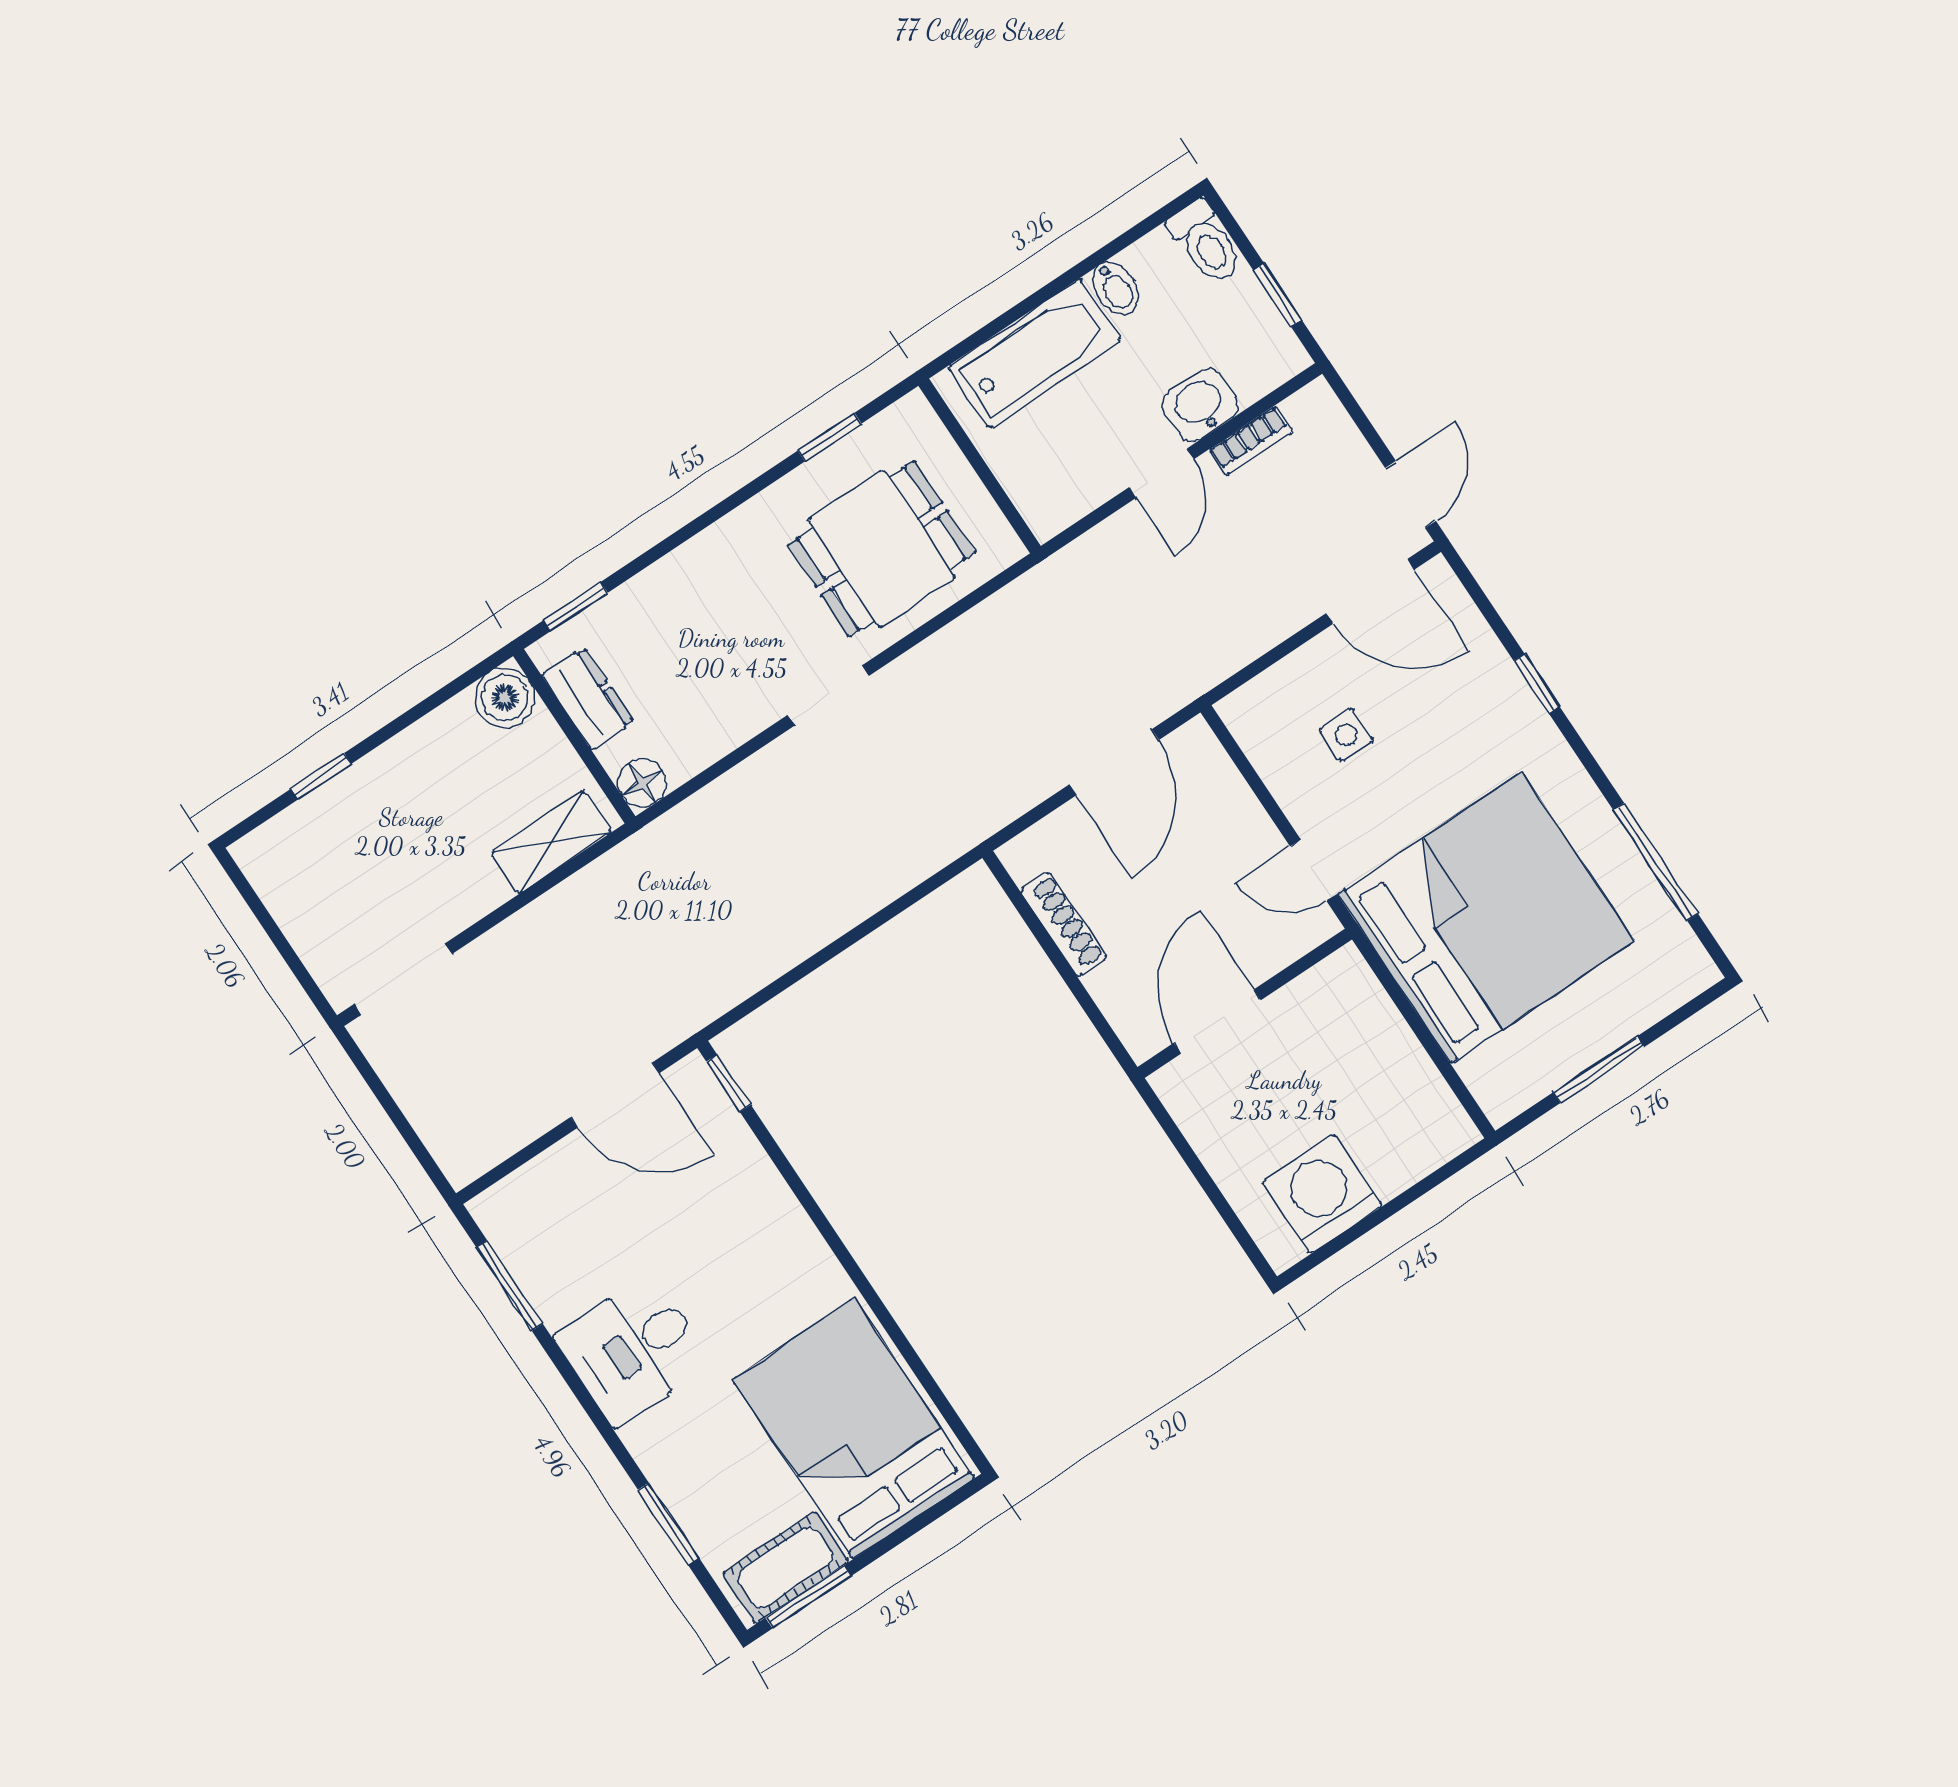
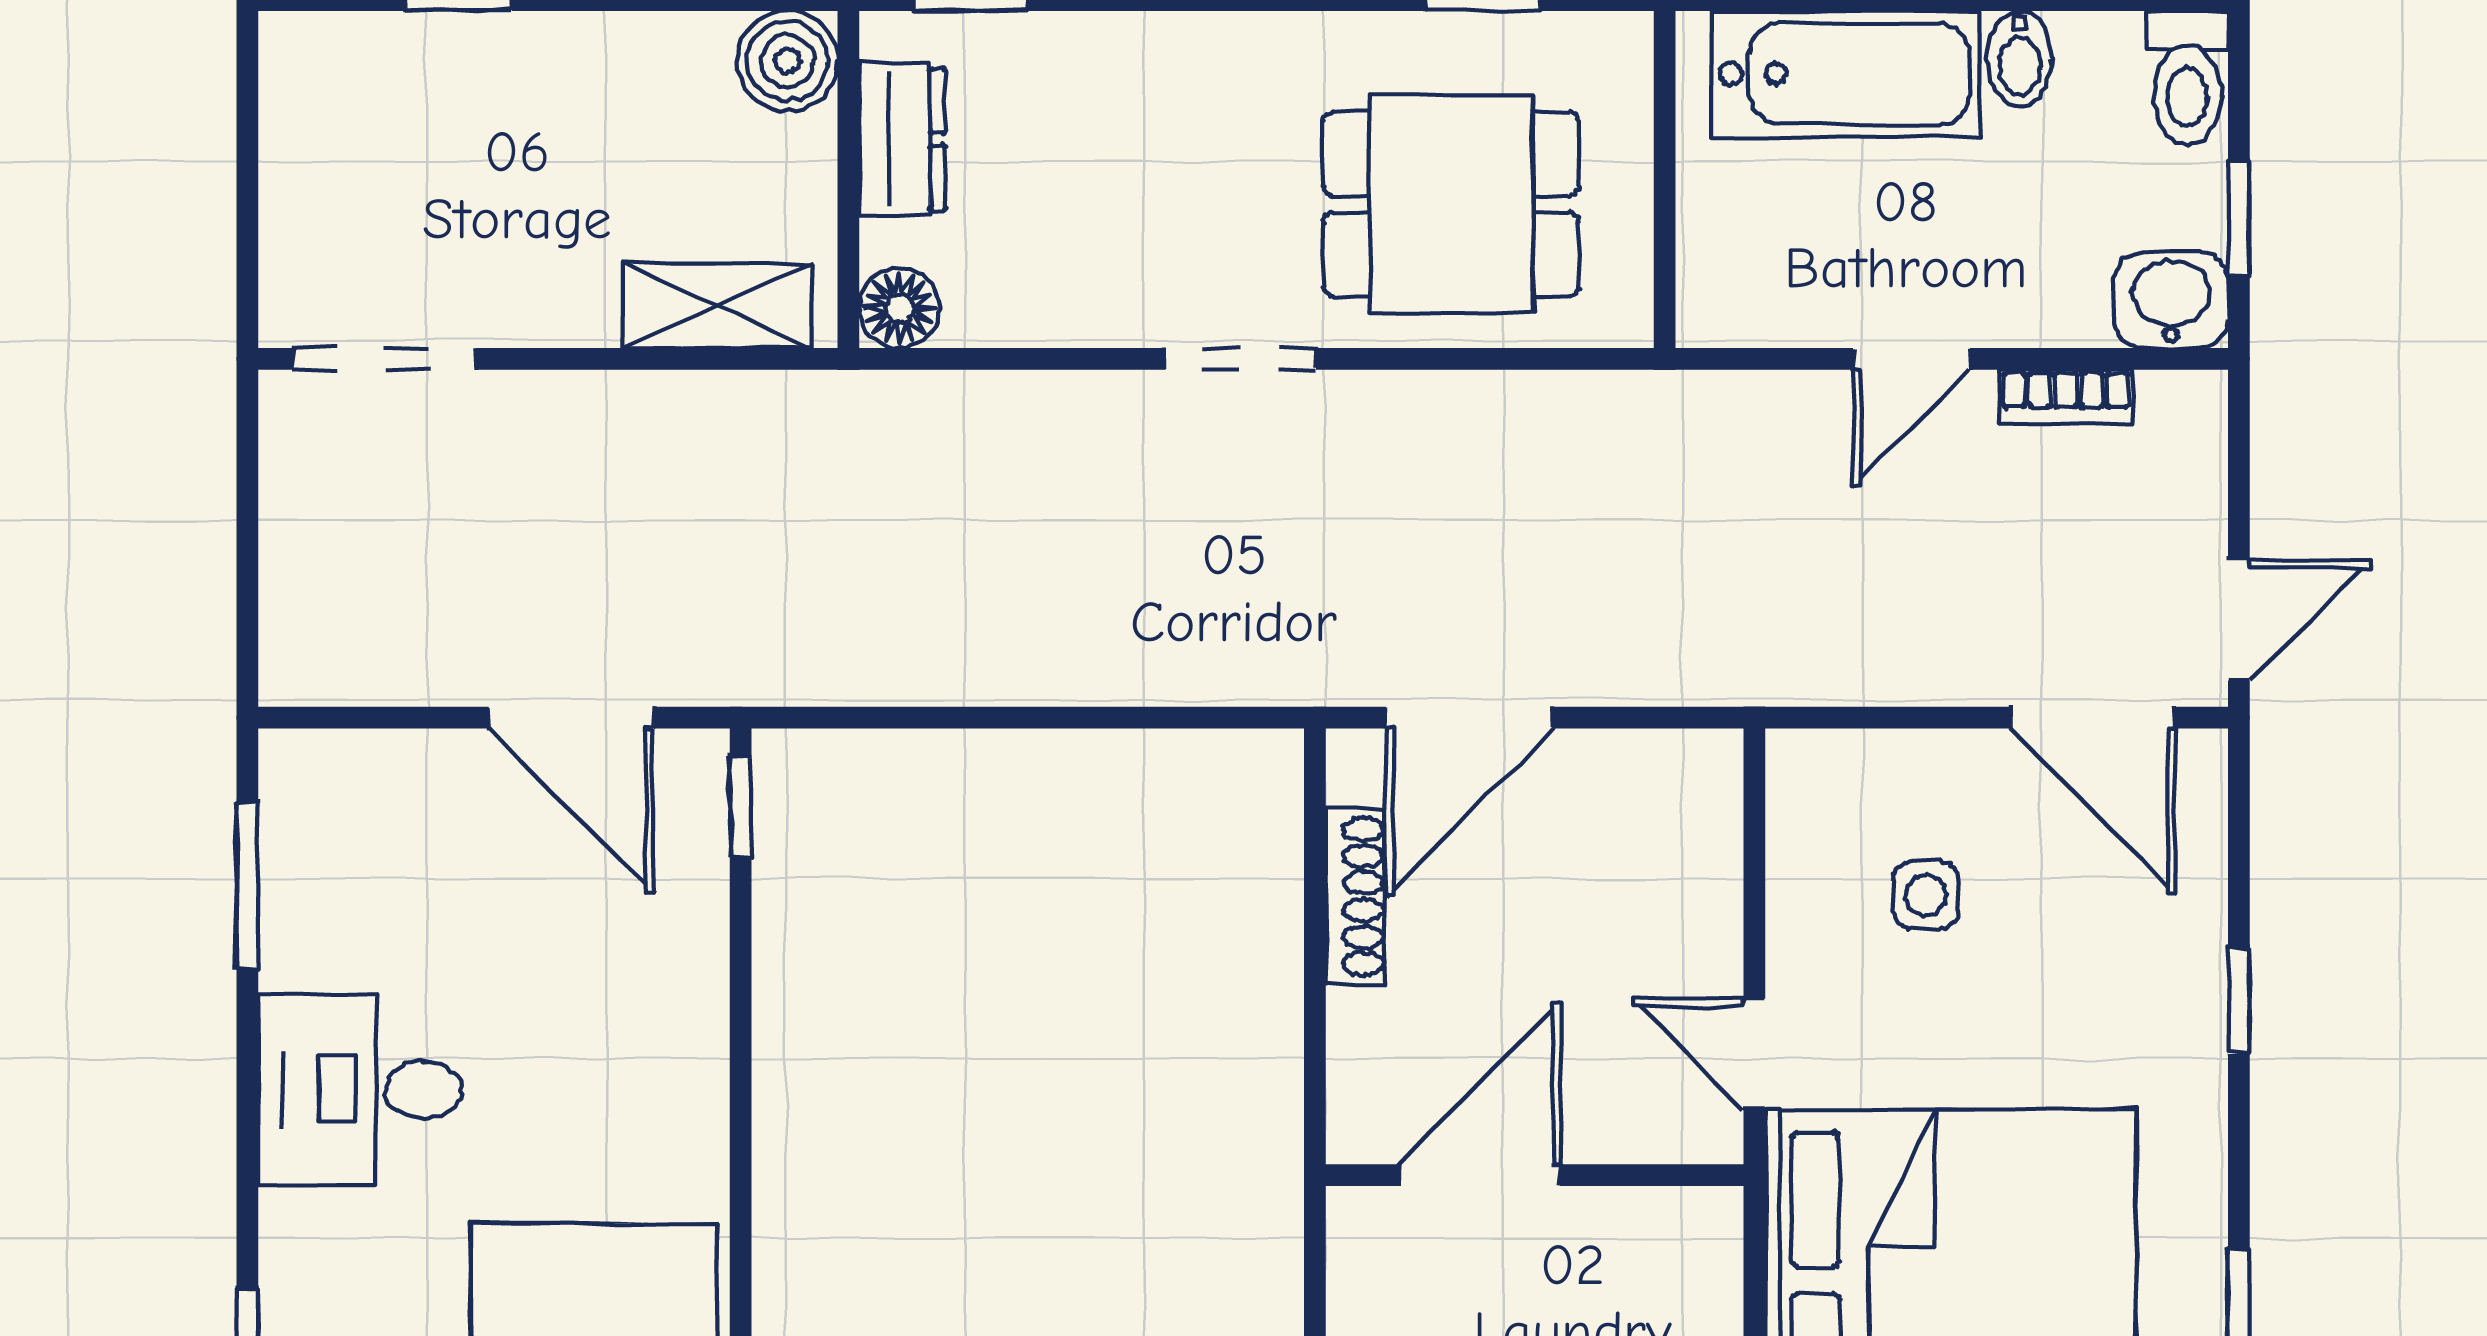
washbasin: (1200, 405) -> (2171, 300), moved
door: (1114, 762) -> (1470, 718), moved

